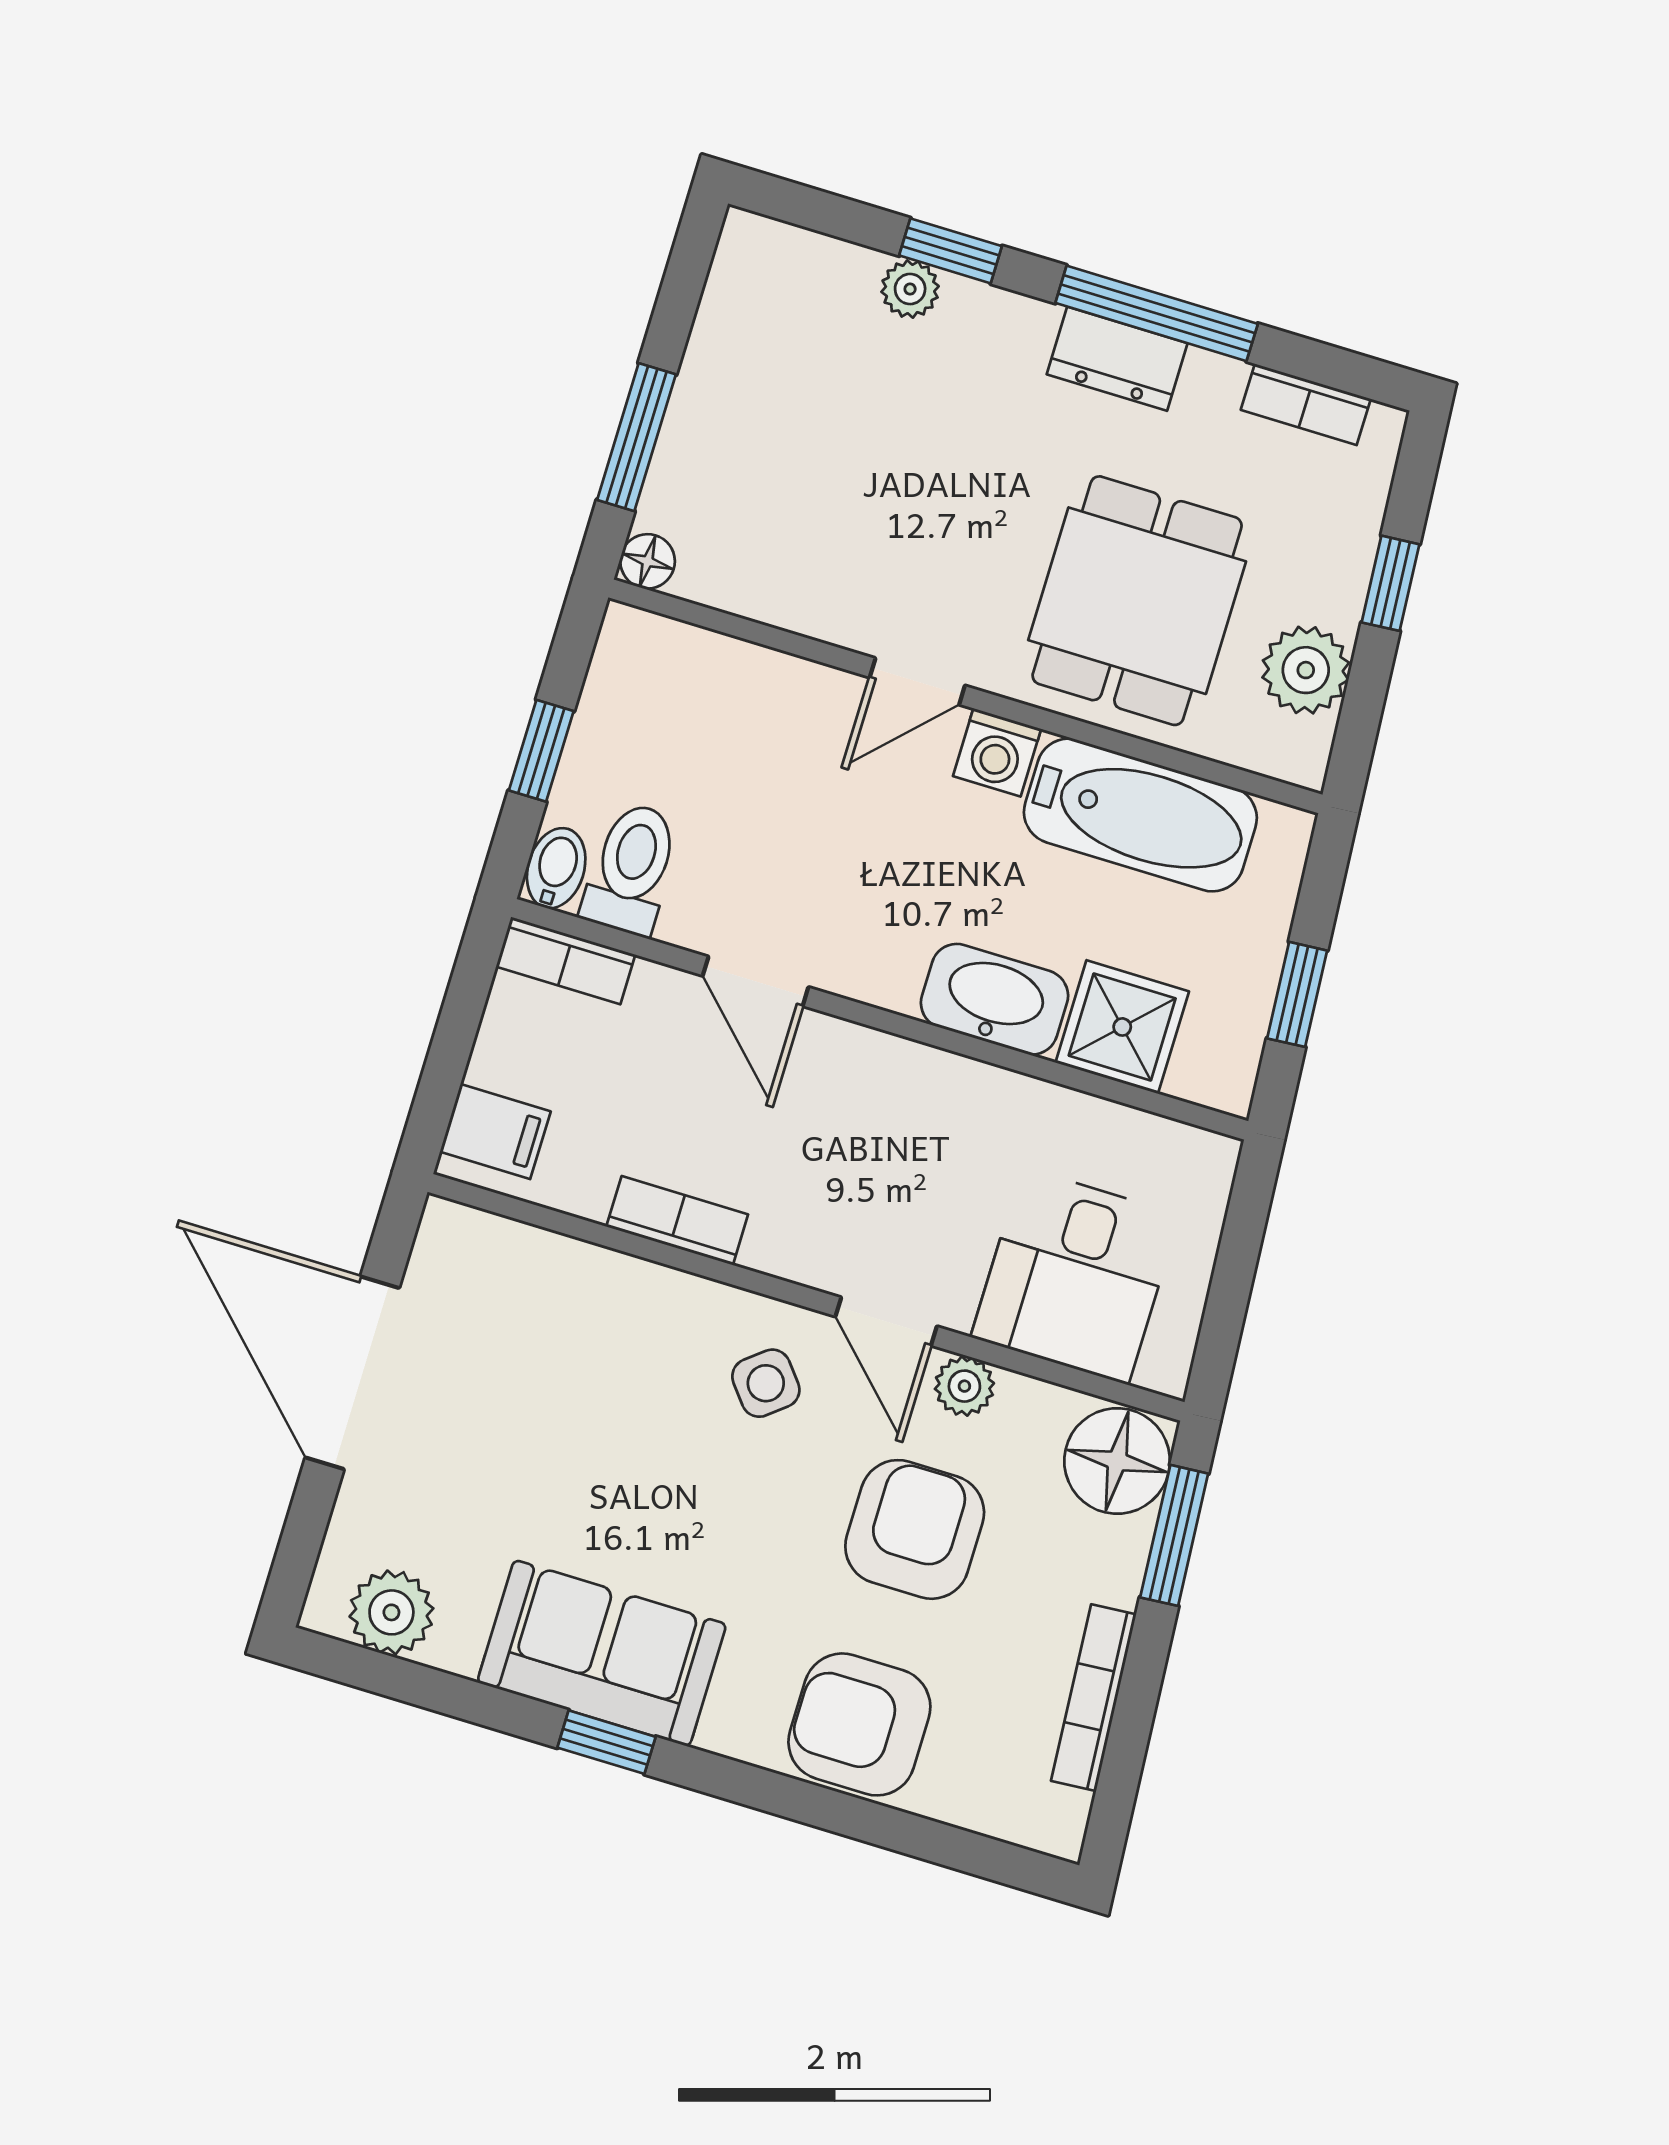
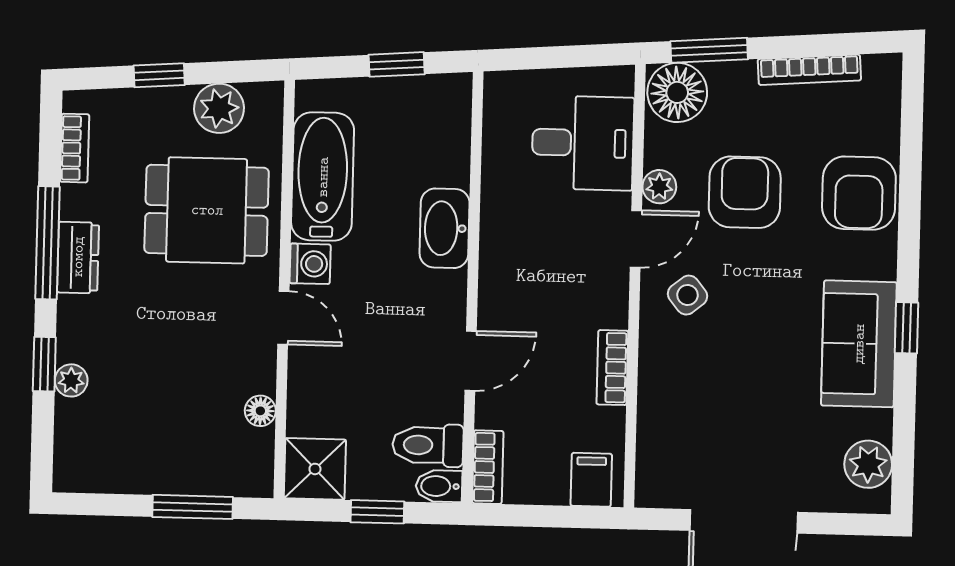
floor lamp: (648, 561) -> (260, 411), moved
shower: (1122, 1027) -> (315, 469), moved
armchair: (915, 1529) -> (745, 192), turned 90

